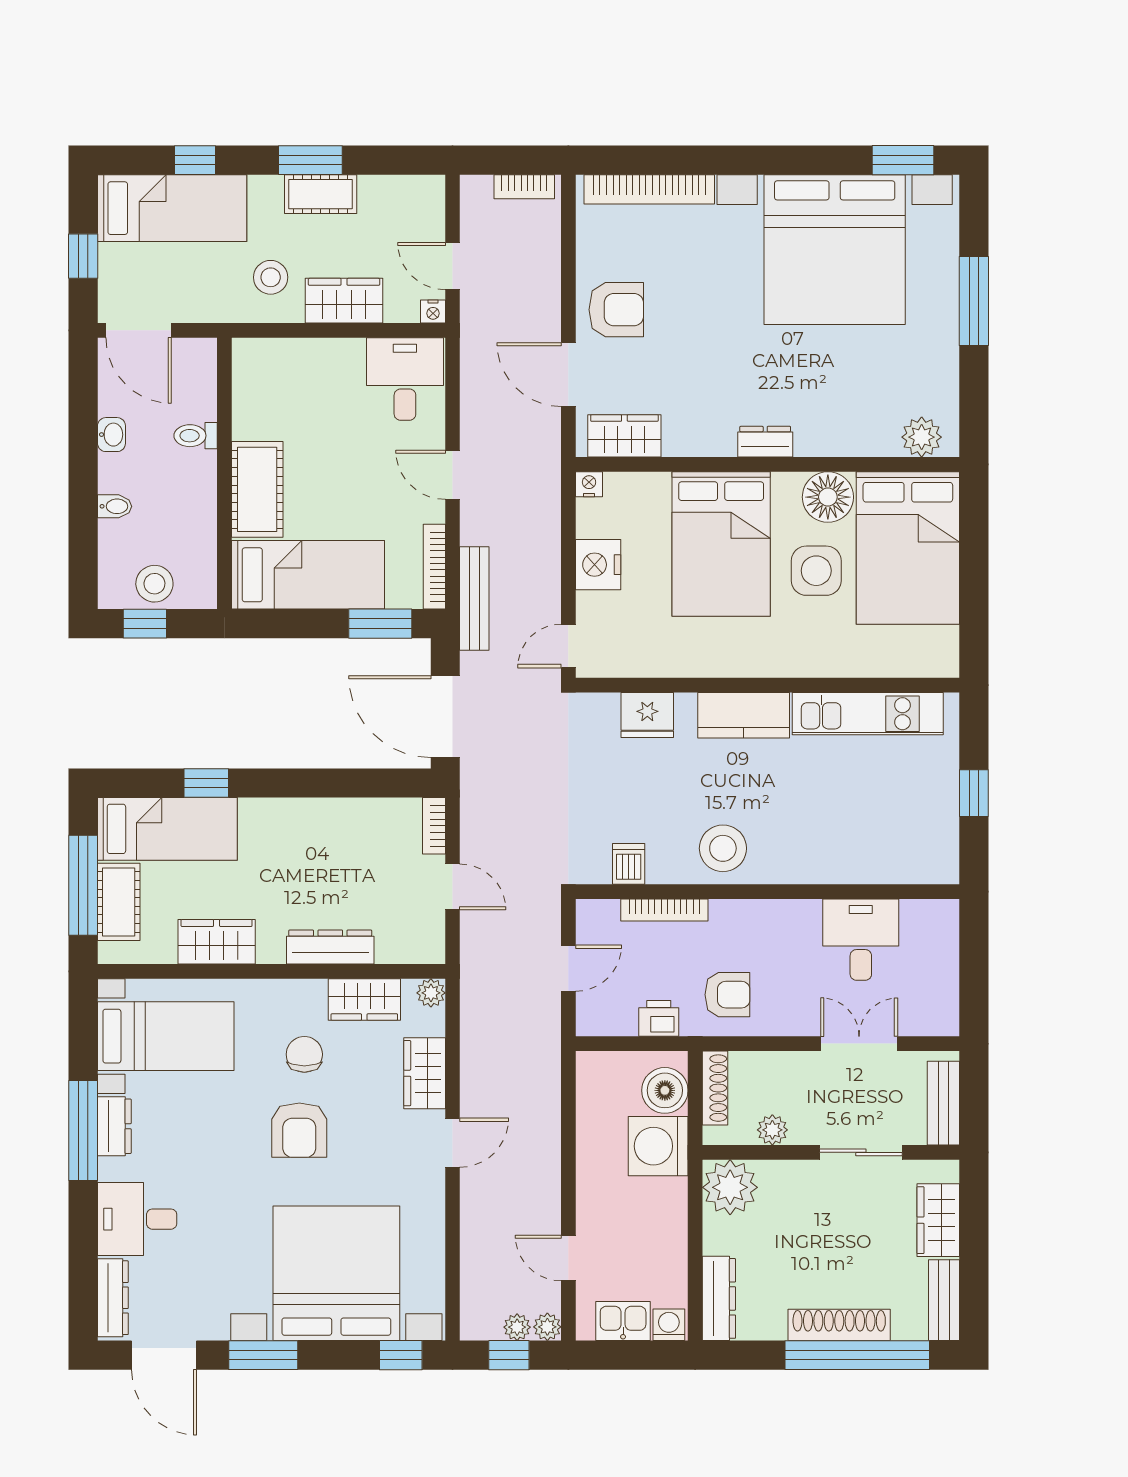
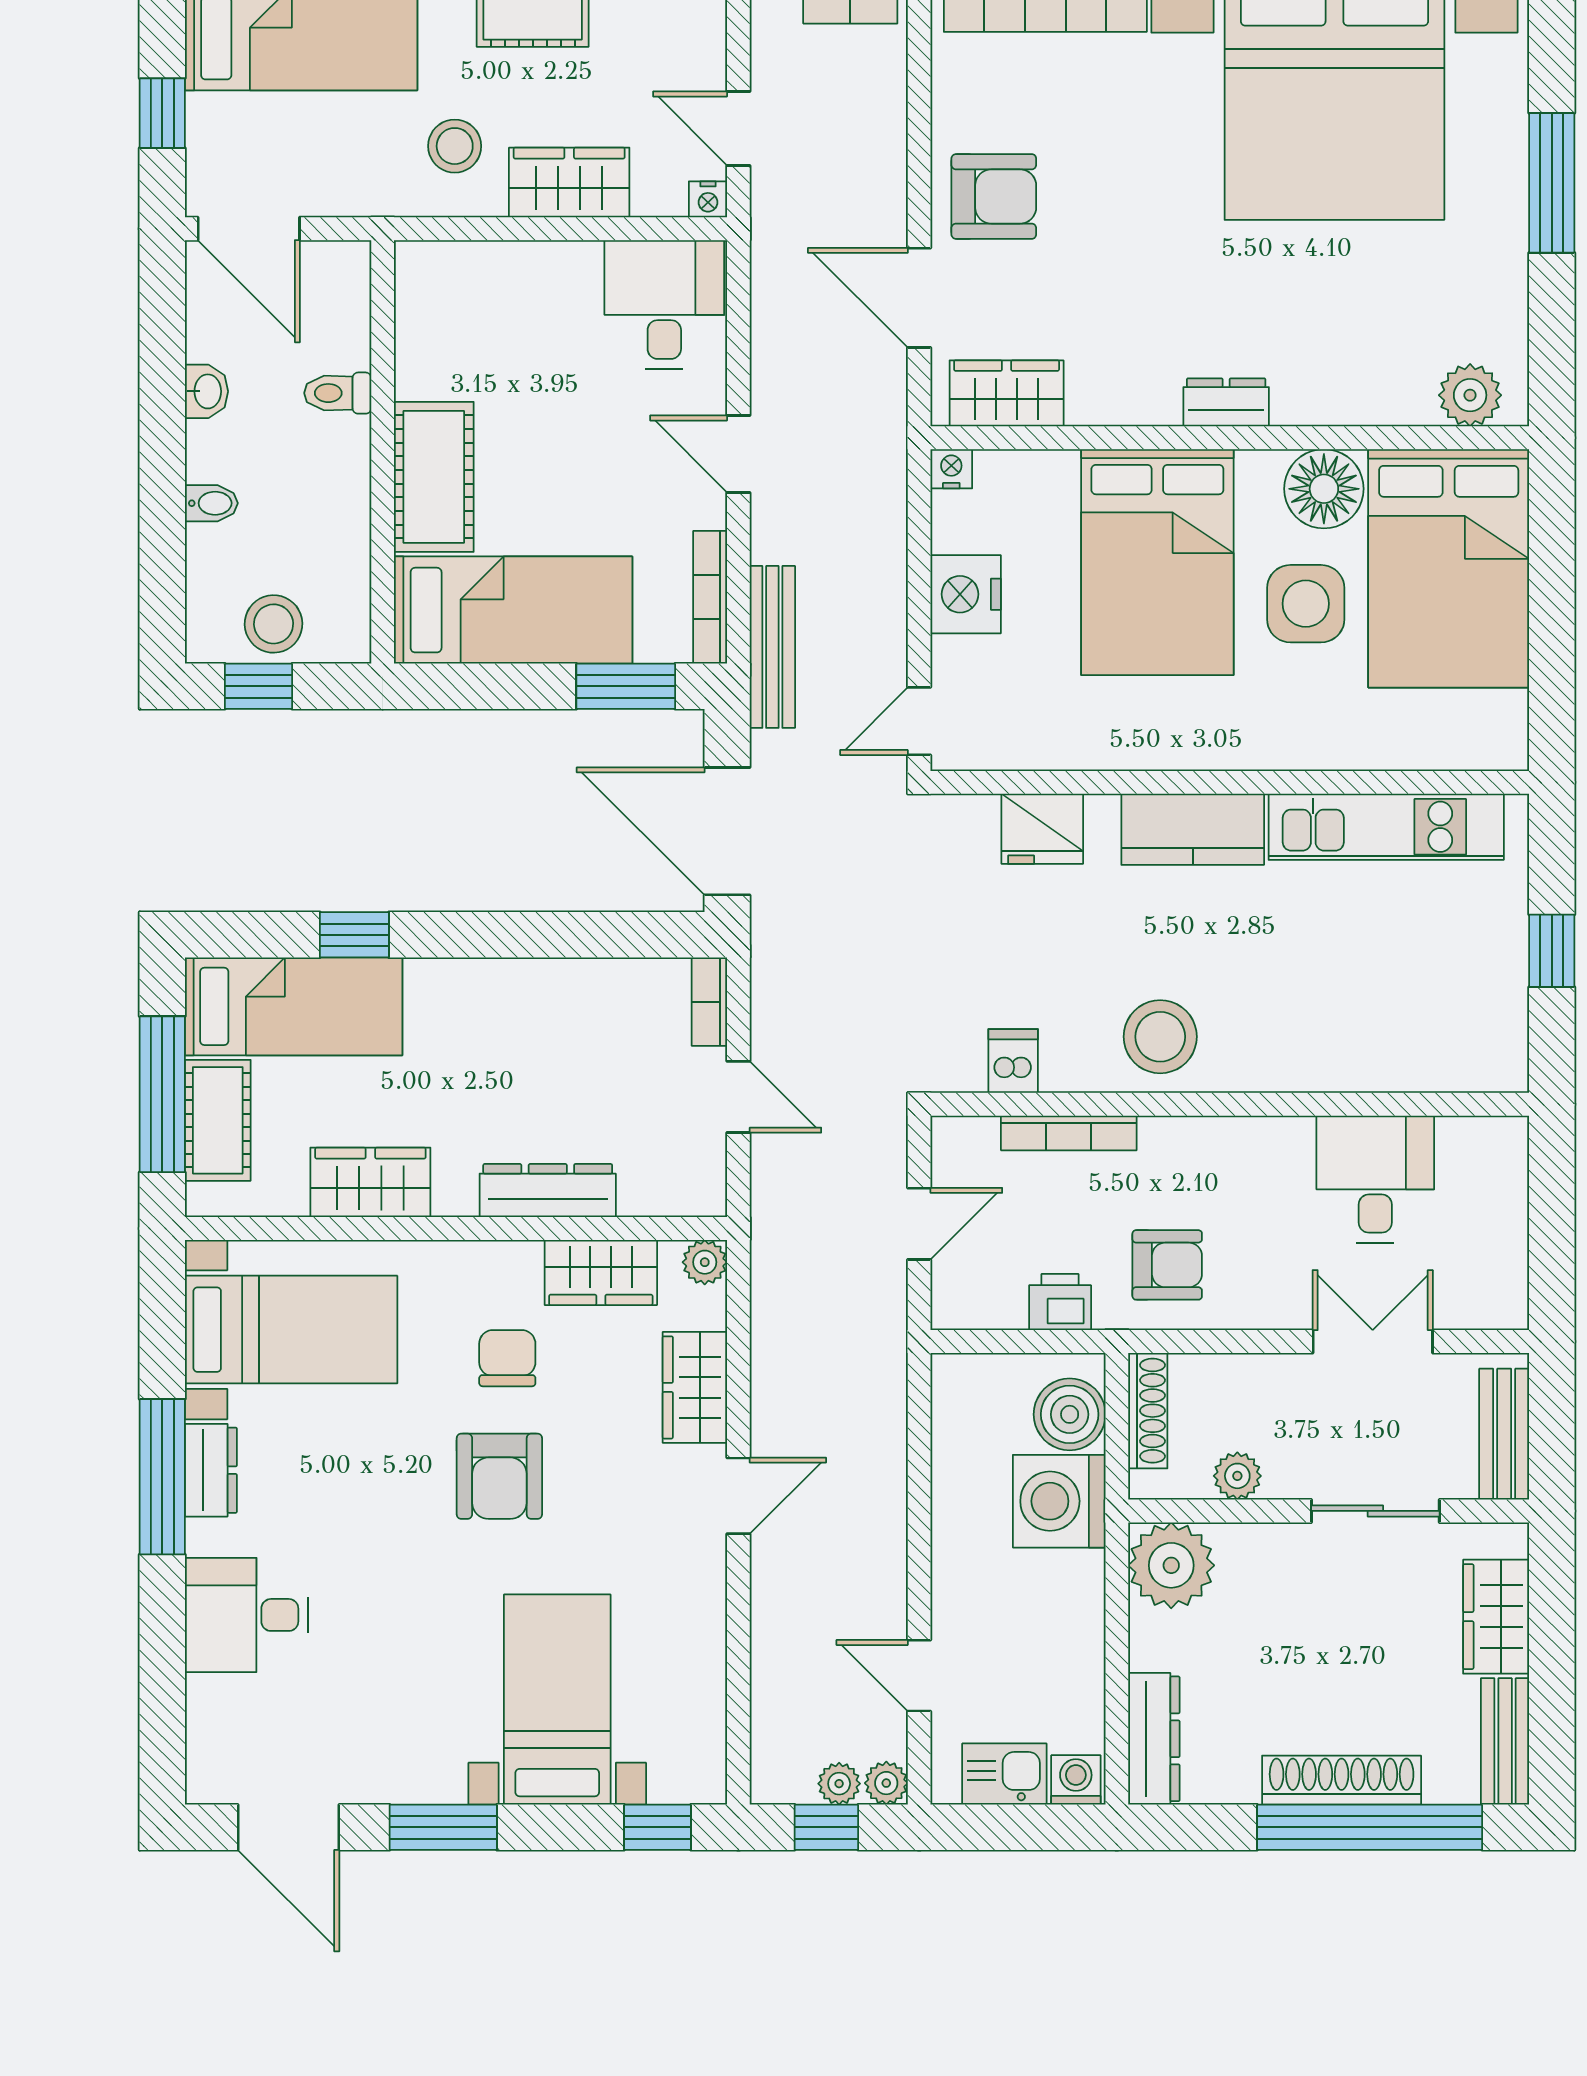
bed with nightstands: (336, 1273) -> (557, 1700), width x0.54
dresser: (113, 1298) -> (209, 1738), removed

